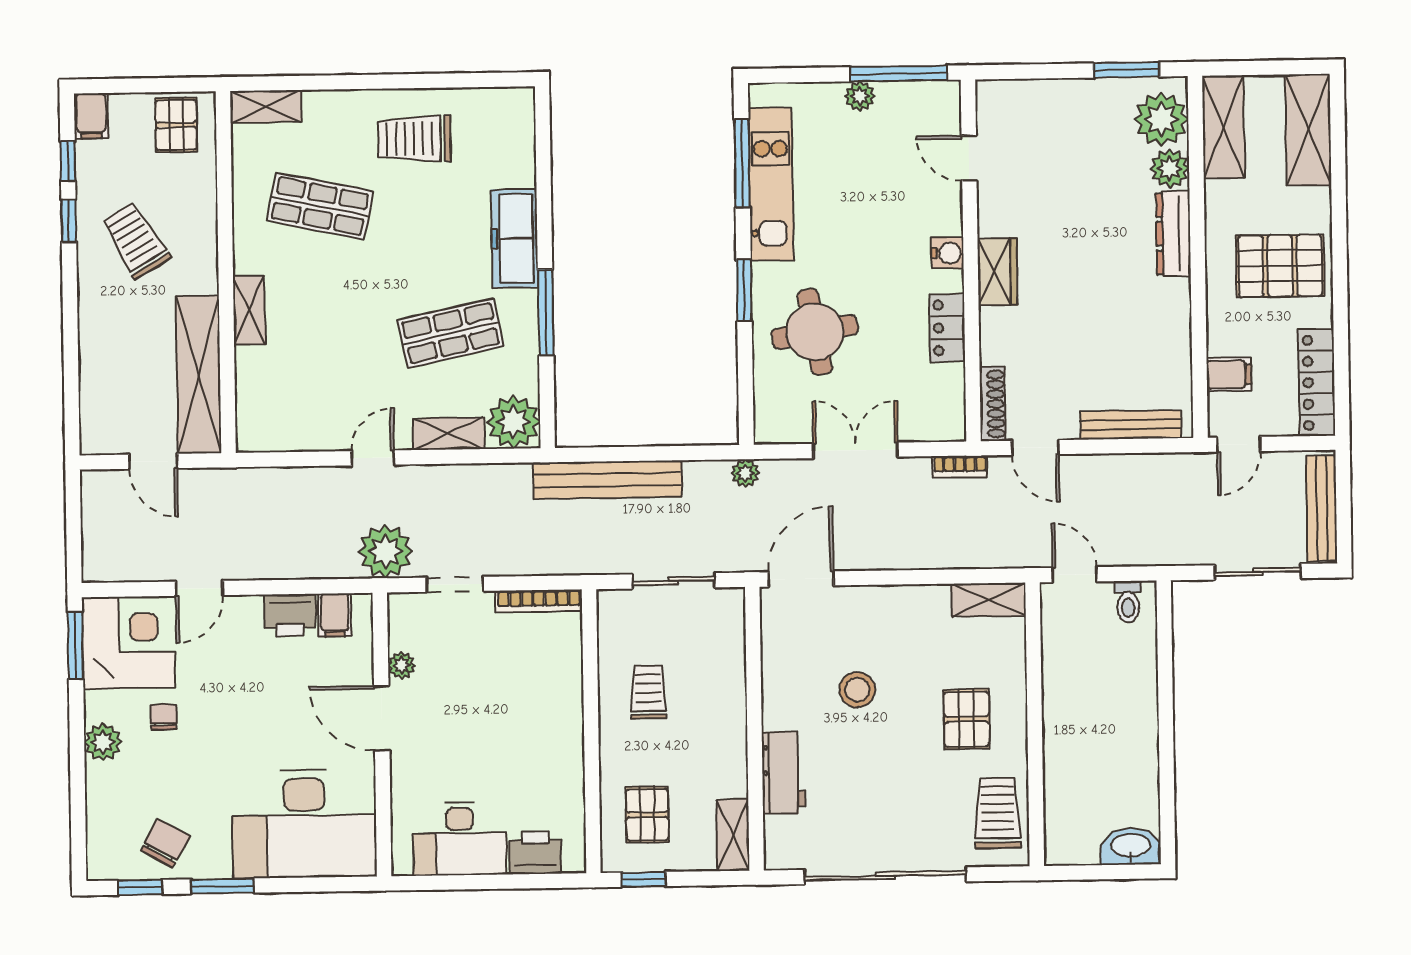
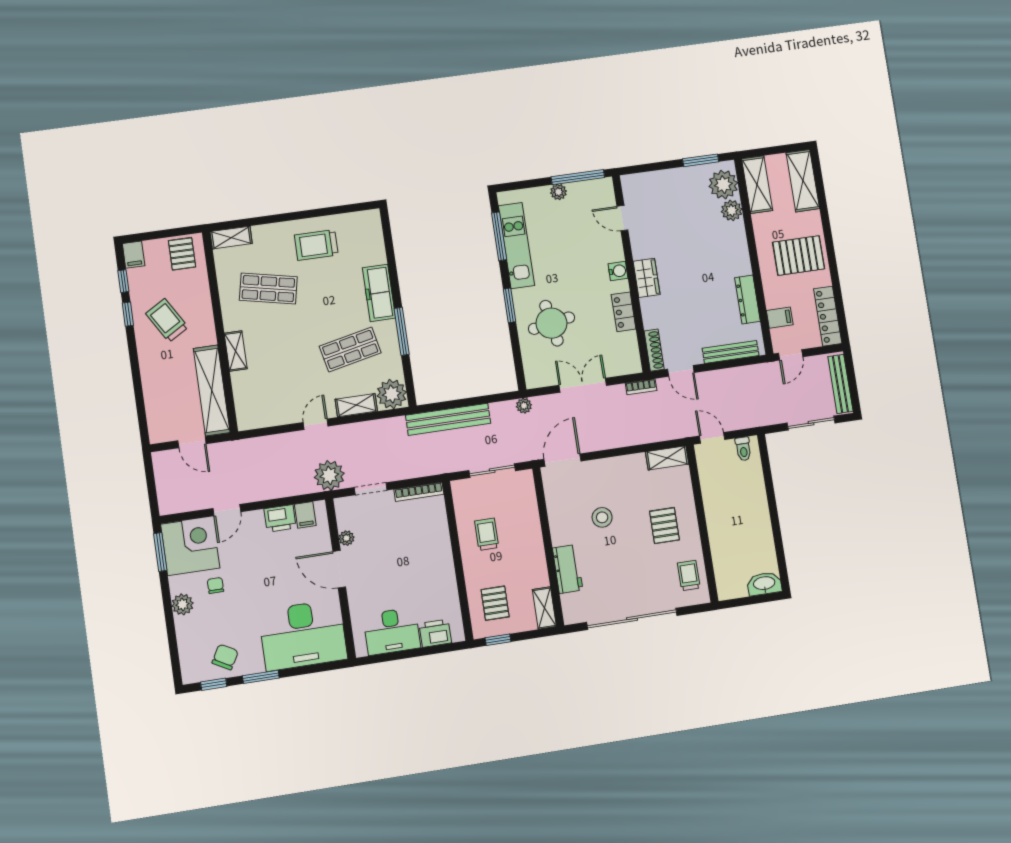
dresser: (1173, 234) -> (747, 300), moved
trolley: (998, 813) -> (689, 575), width x0.73, depth x0.72

